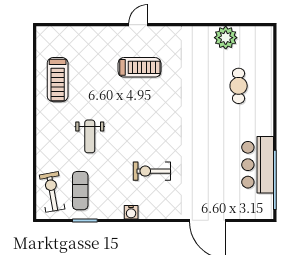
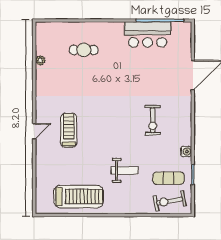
door: (138, 25) -> (34, 131), swing flipped
plant: (226, 38) -> (40, 60), width x0.53, depth x0.53
treadmill: (58, 80) -> (79, 197), width x1.37, depth x1.38
water cooler: (131, 212) -> (186, 152), moved

